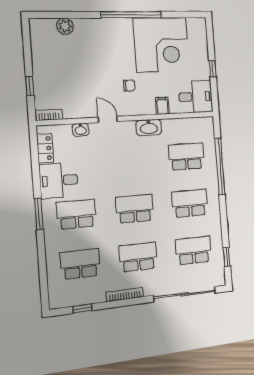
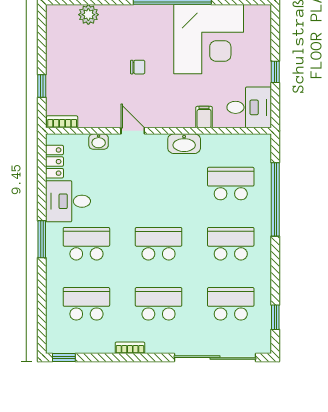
chair: (129, 86) -> (138, 67), moved
bookcase: (125, 295) -> (130, 348), width x0.64
window: (82, 309) -> (64, 358), moved

